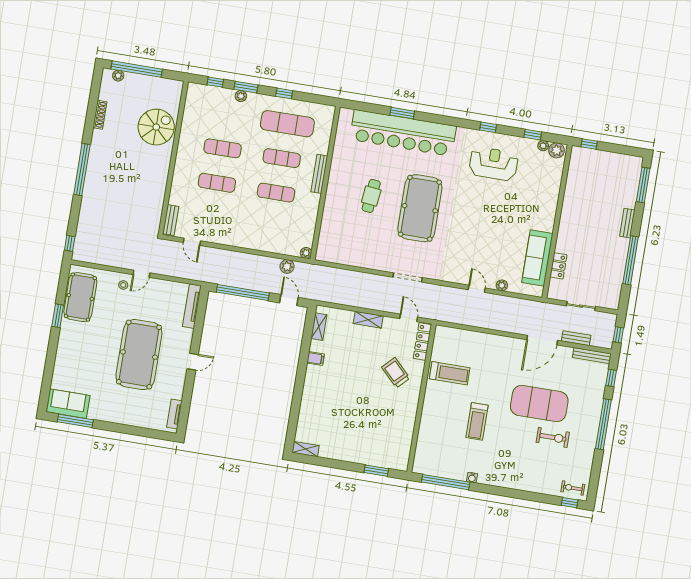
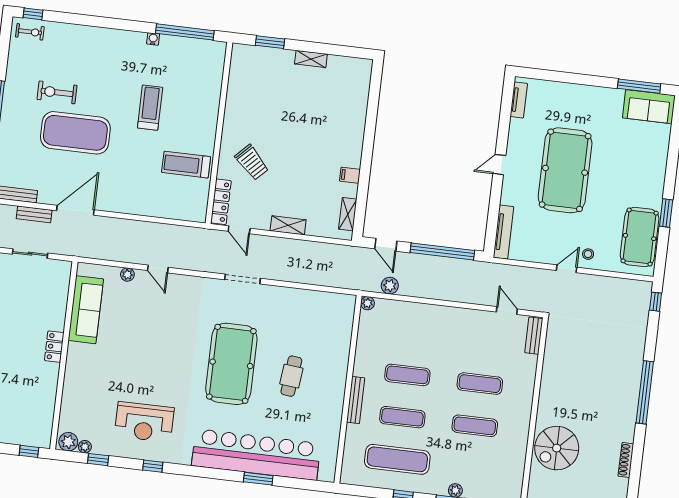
locker: (558, 266) -> (54, 347), moved
shelving: (306, 449) -> (311, 59), moved

